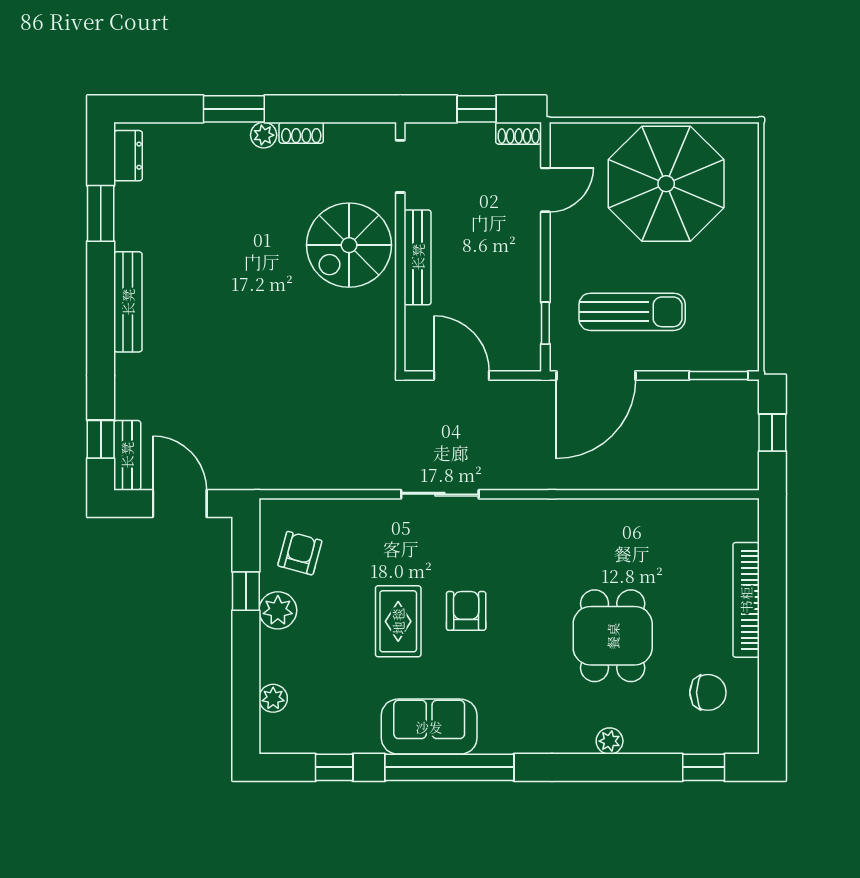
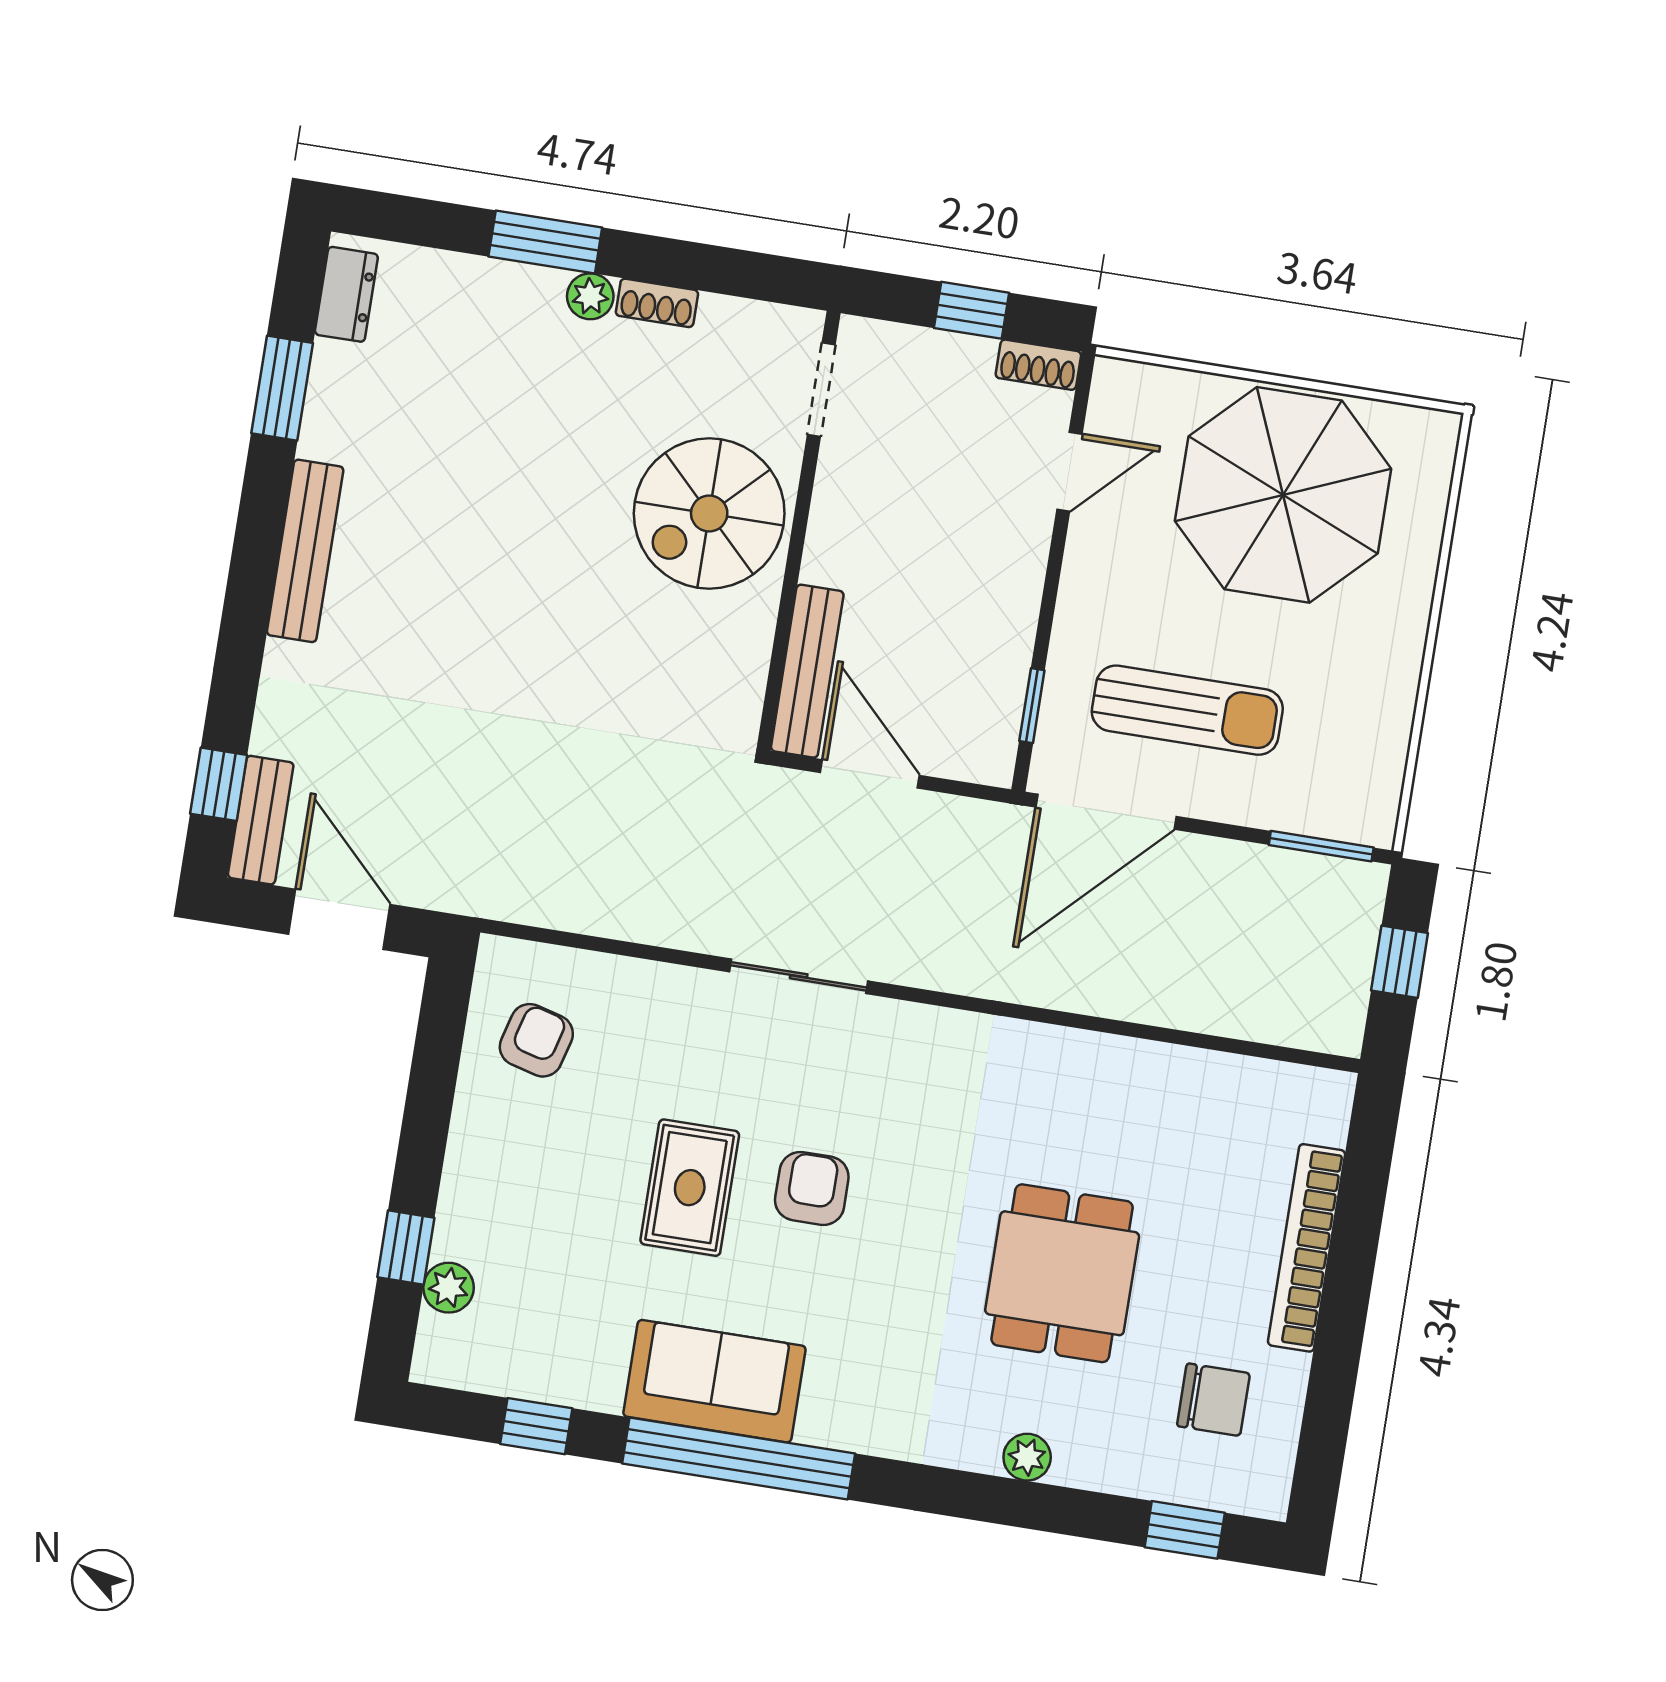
bench: (418, 257) -> (807, 671), moved
window: (246, 591) -> (406, 1248), moved
plant: (278, 610) -> (481, 1135), removed

